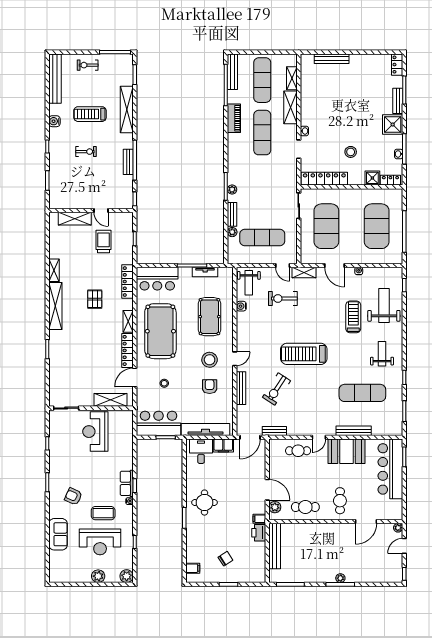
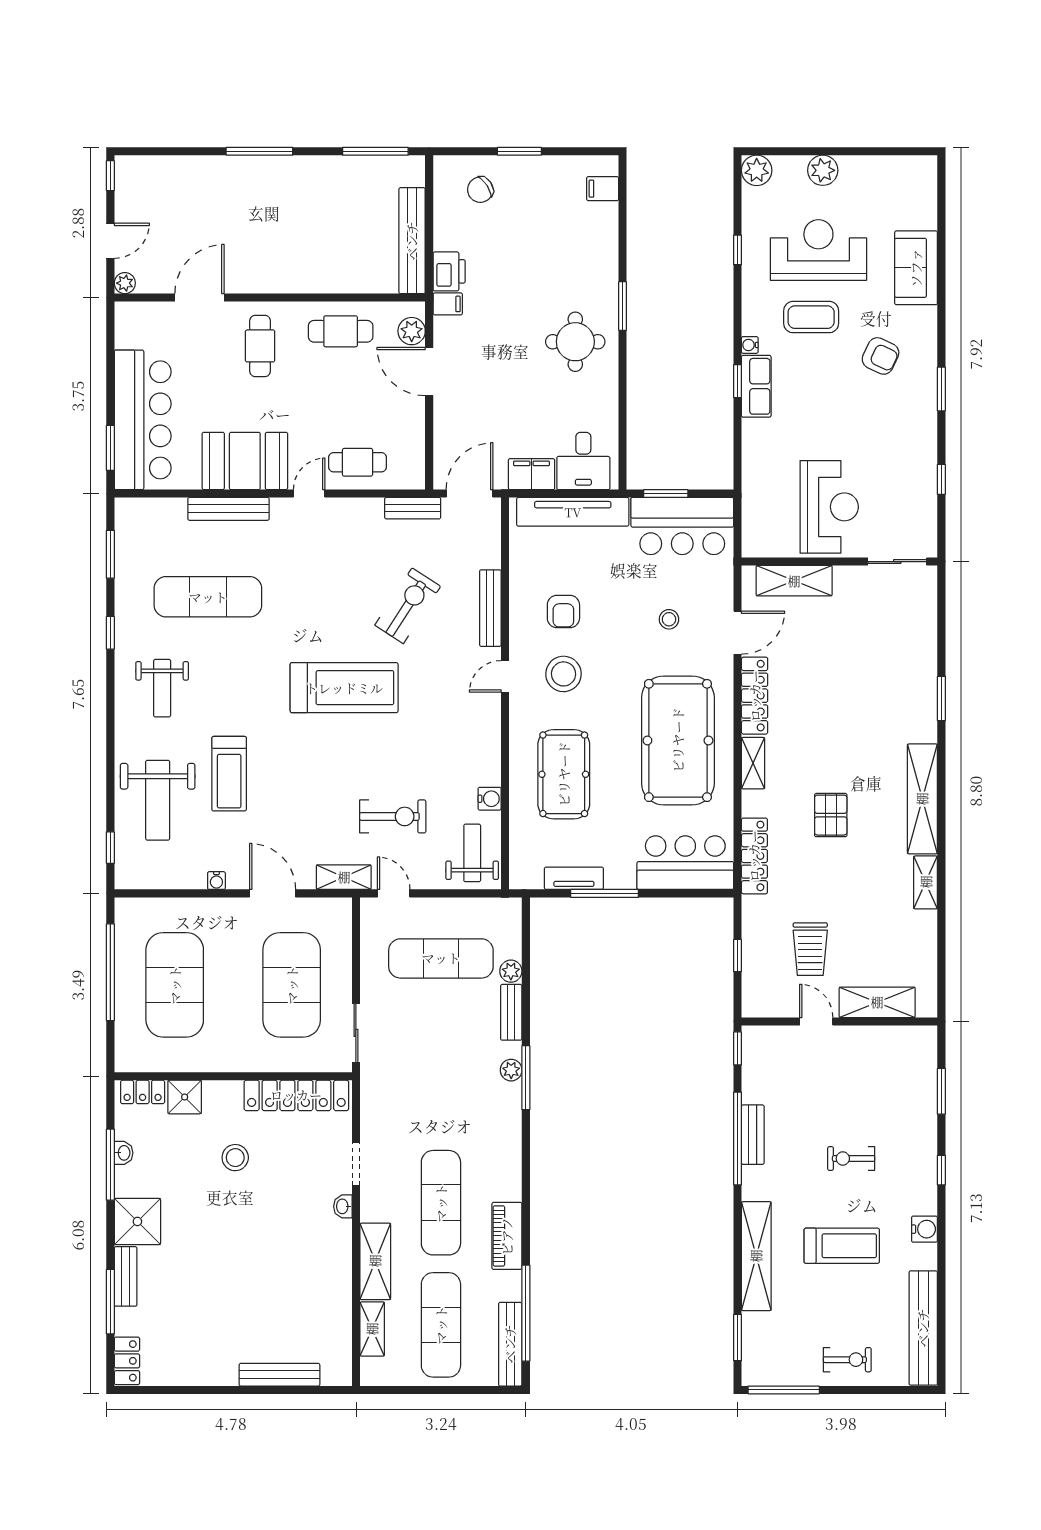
chair: (225, 559) -> (480, 190), moved
plant: (340, 578) -> (259, 166), removed

